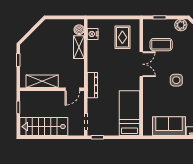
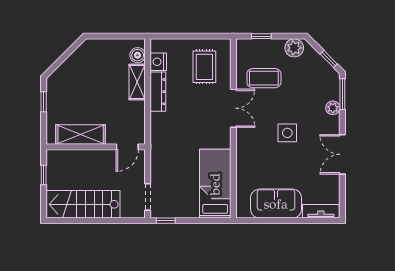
dresser: (92, 85) -> (158, 92), moved

